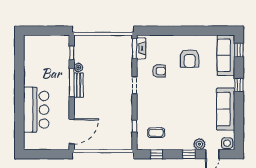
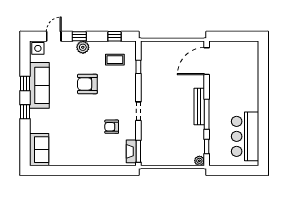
window: (239, 50) -> (25, 83), moved
sofa: (226, 55) -> (39, 150), width x0.73
armchair: (190, 58) -> (87, 84), moved, turned -90
plant: (78, 67) -> (199, 161), moved
bench: (78, 85) -> (199, 106), width x1.36
bar counter: (36, 110) -> (245, 136), moved
plant: (199, 144) -> (83, 47), moved

